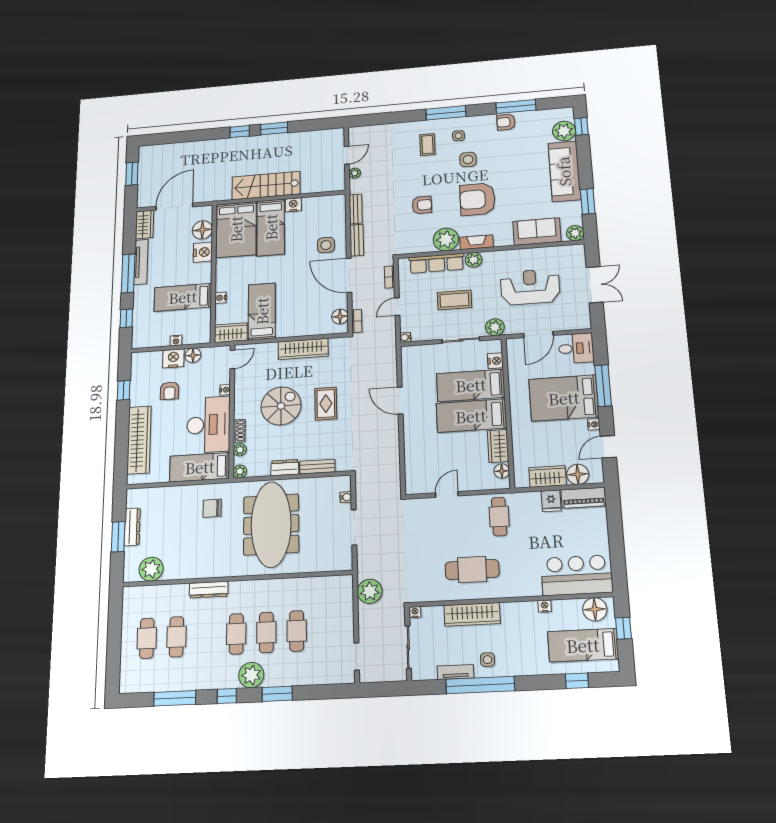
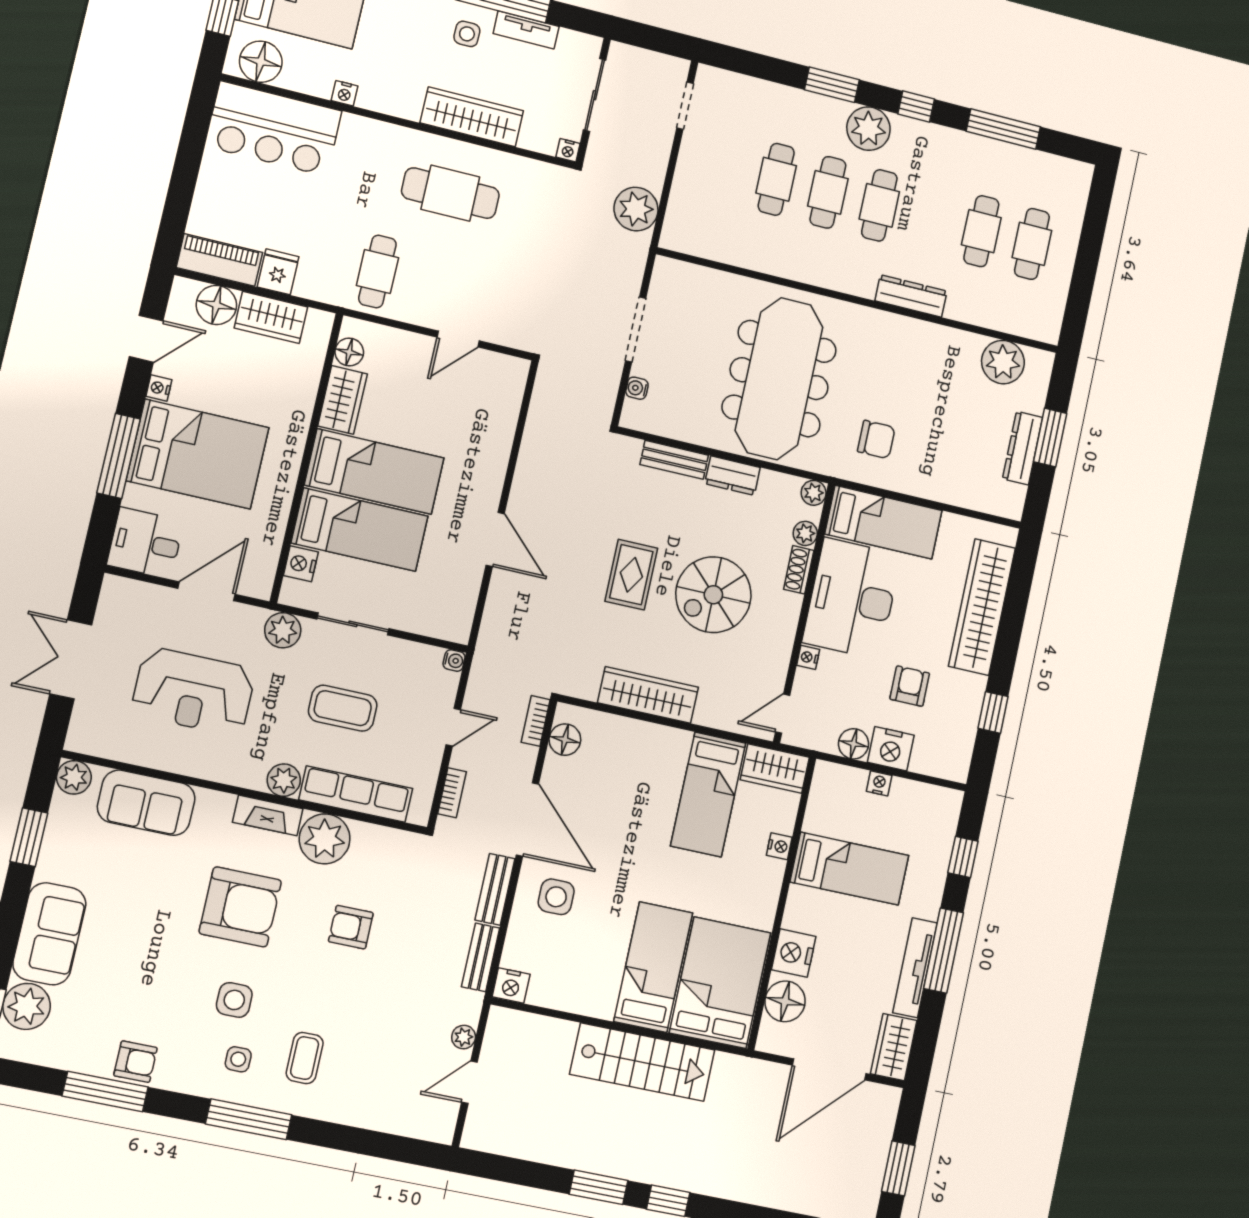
sofa: (564, 171) -> (49, 934), width x0.73
nightstand: (293, 205) -> (511, 986), moved

